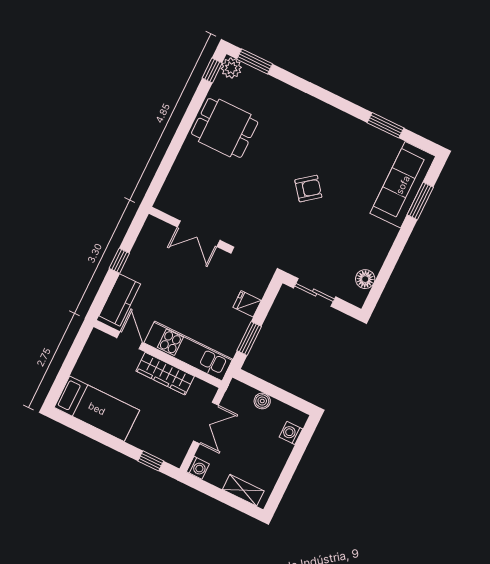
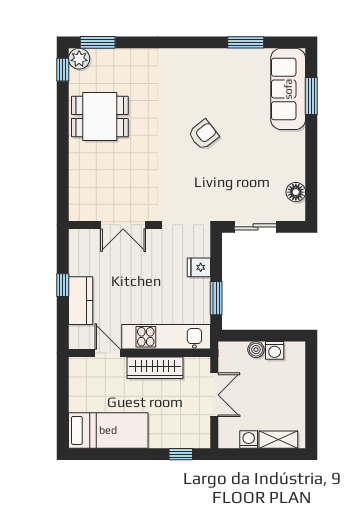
kitchen counter: (120, 300) -> (81, 301), moved
washing machine: (291, 433) -> (275, 350), moved, turned -90
washing machine: (198, 468) -> (249, 439), moved, turned -90

